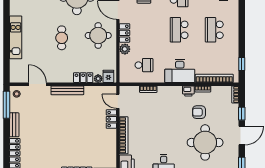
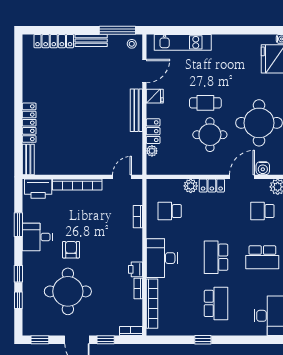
school desk: (179, 30) -> (216, 257), turned -90
school desk: (214, 30) -> (216, 303), turned 90
round table: (98, 35) -> (210, 135), moved
kitchen unit: (16, 37) -> (183, 42), moved
window: (242, 64) -> (203, 340), moved
school desk: (144, 65) -> (170, 211), turned 90
fridge: (108, 76) -> (155, 96), moved
armchair: (199, 112) -> (71, 250), moved
locker: (111, 119) -> (99, 168), removed

